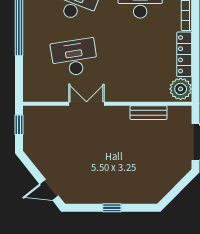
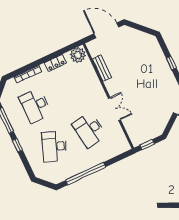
locker: (184, 54) -> (55, 63), width x0.66
double door: (86, 104) -> (114, 109), swing flipped

